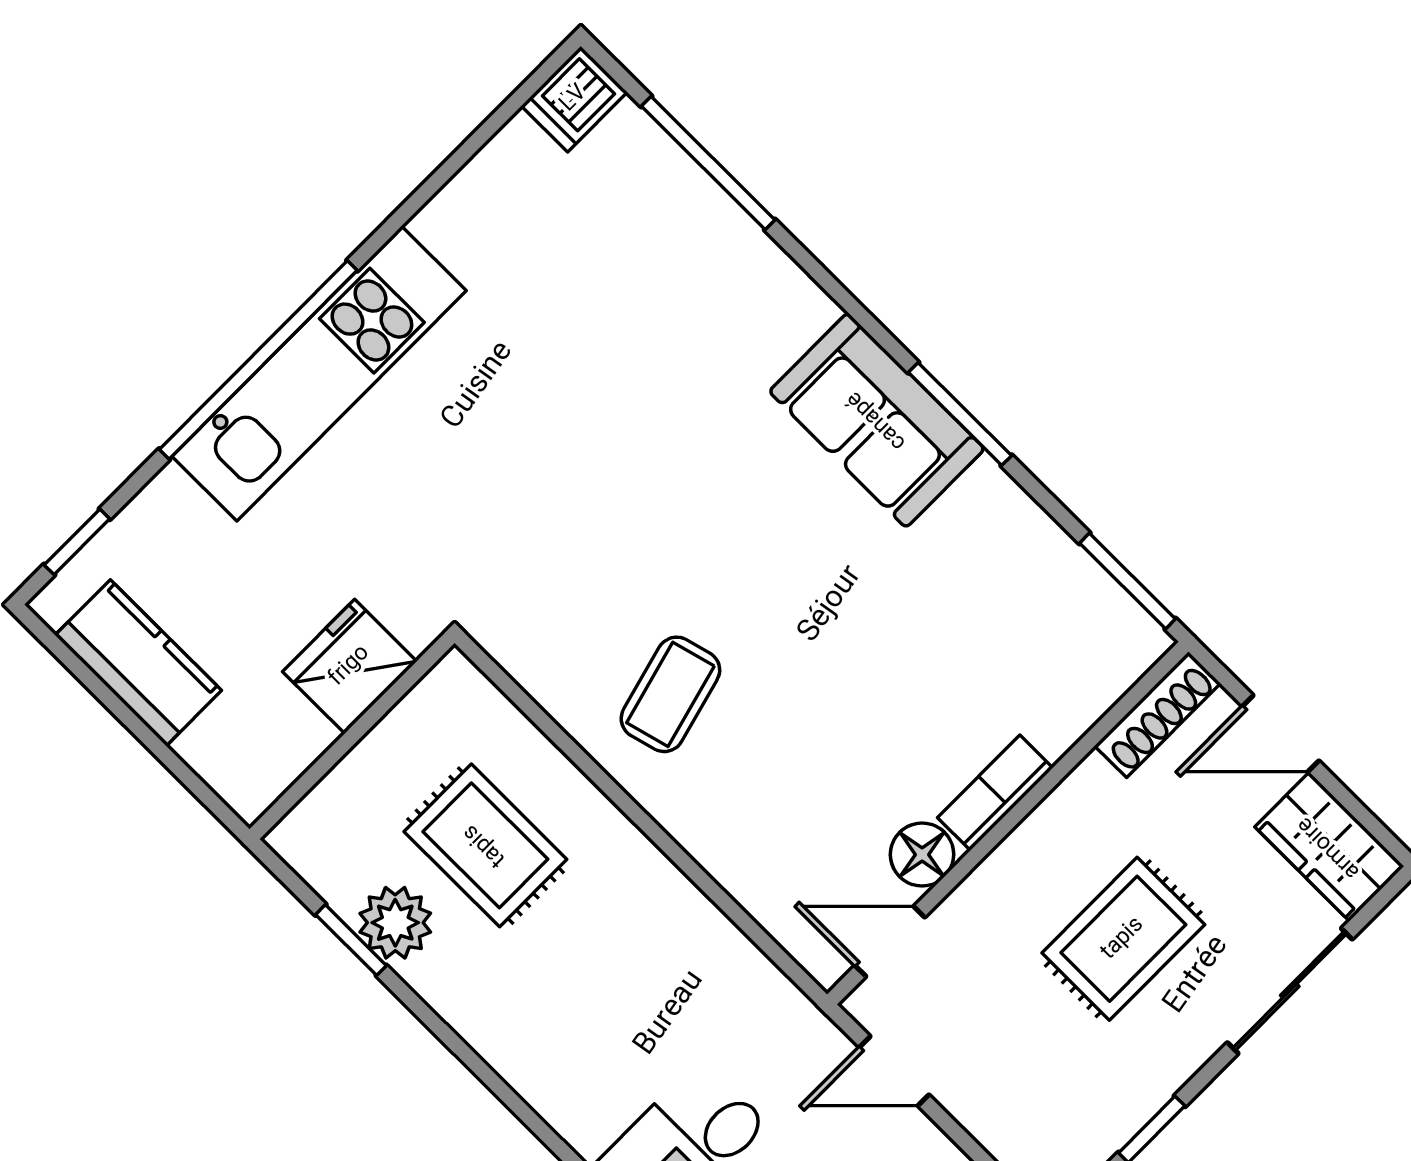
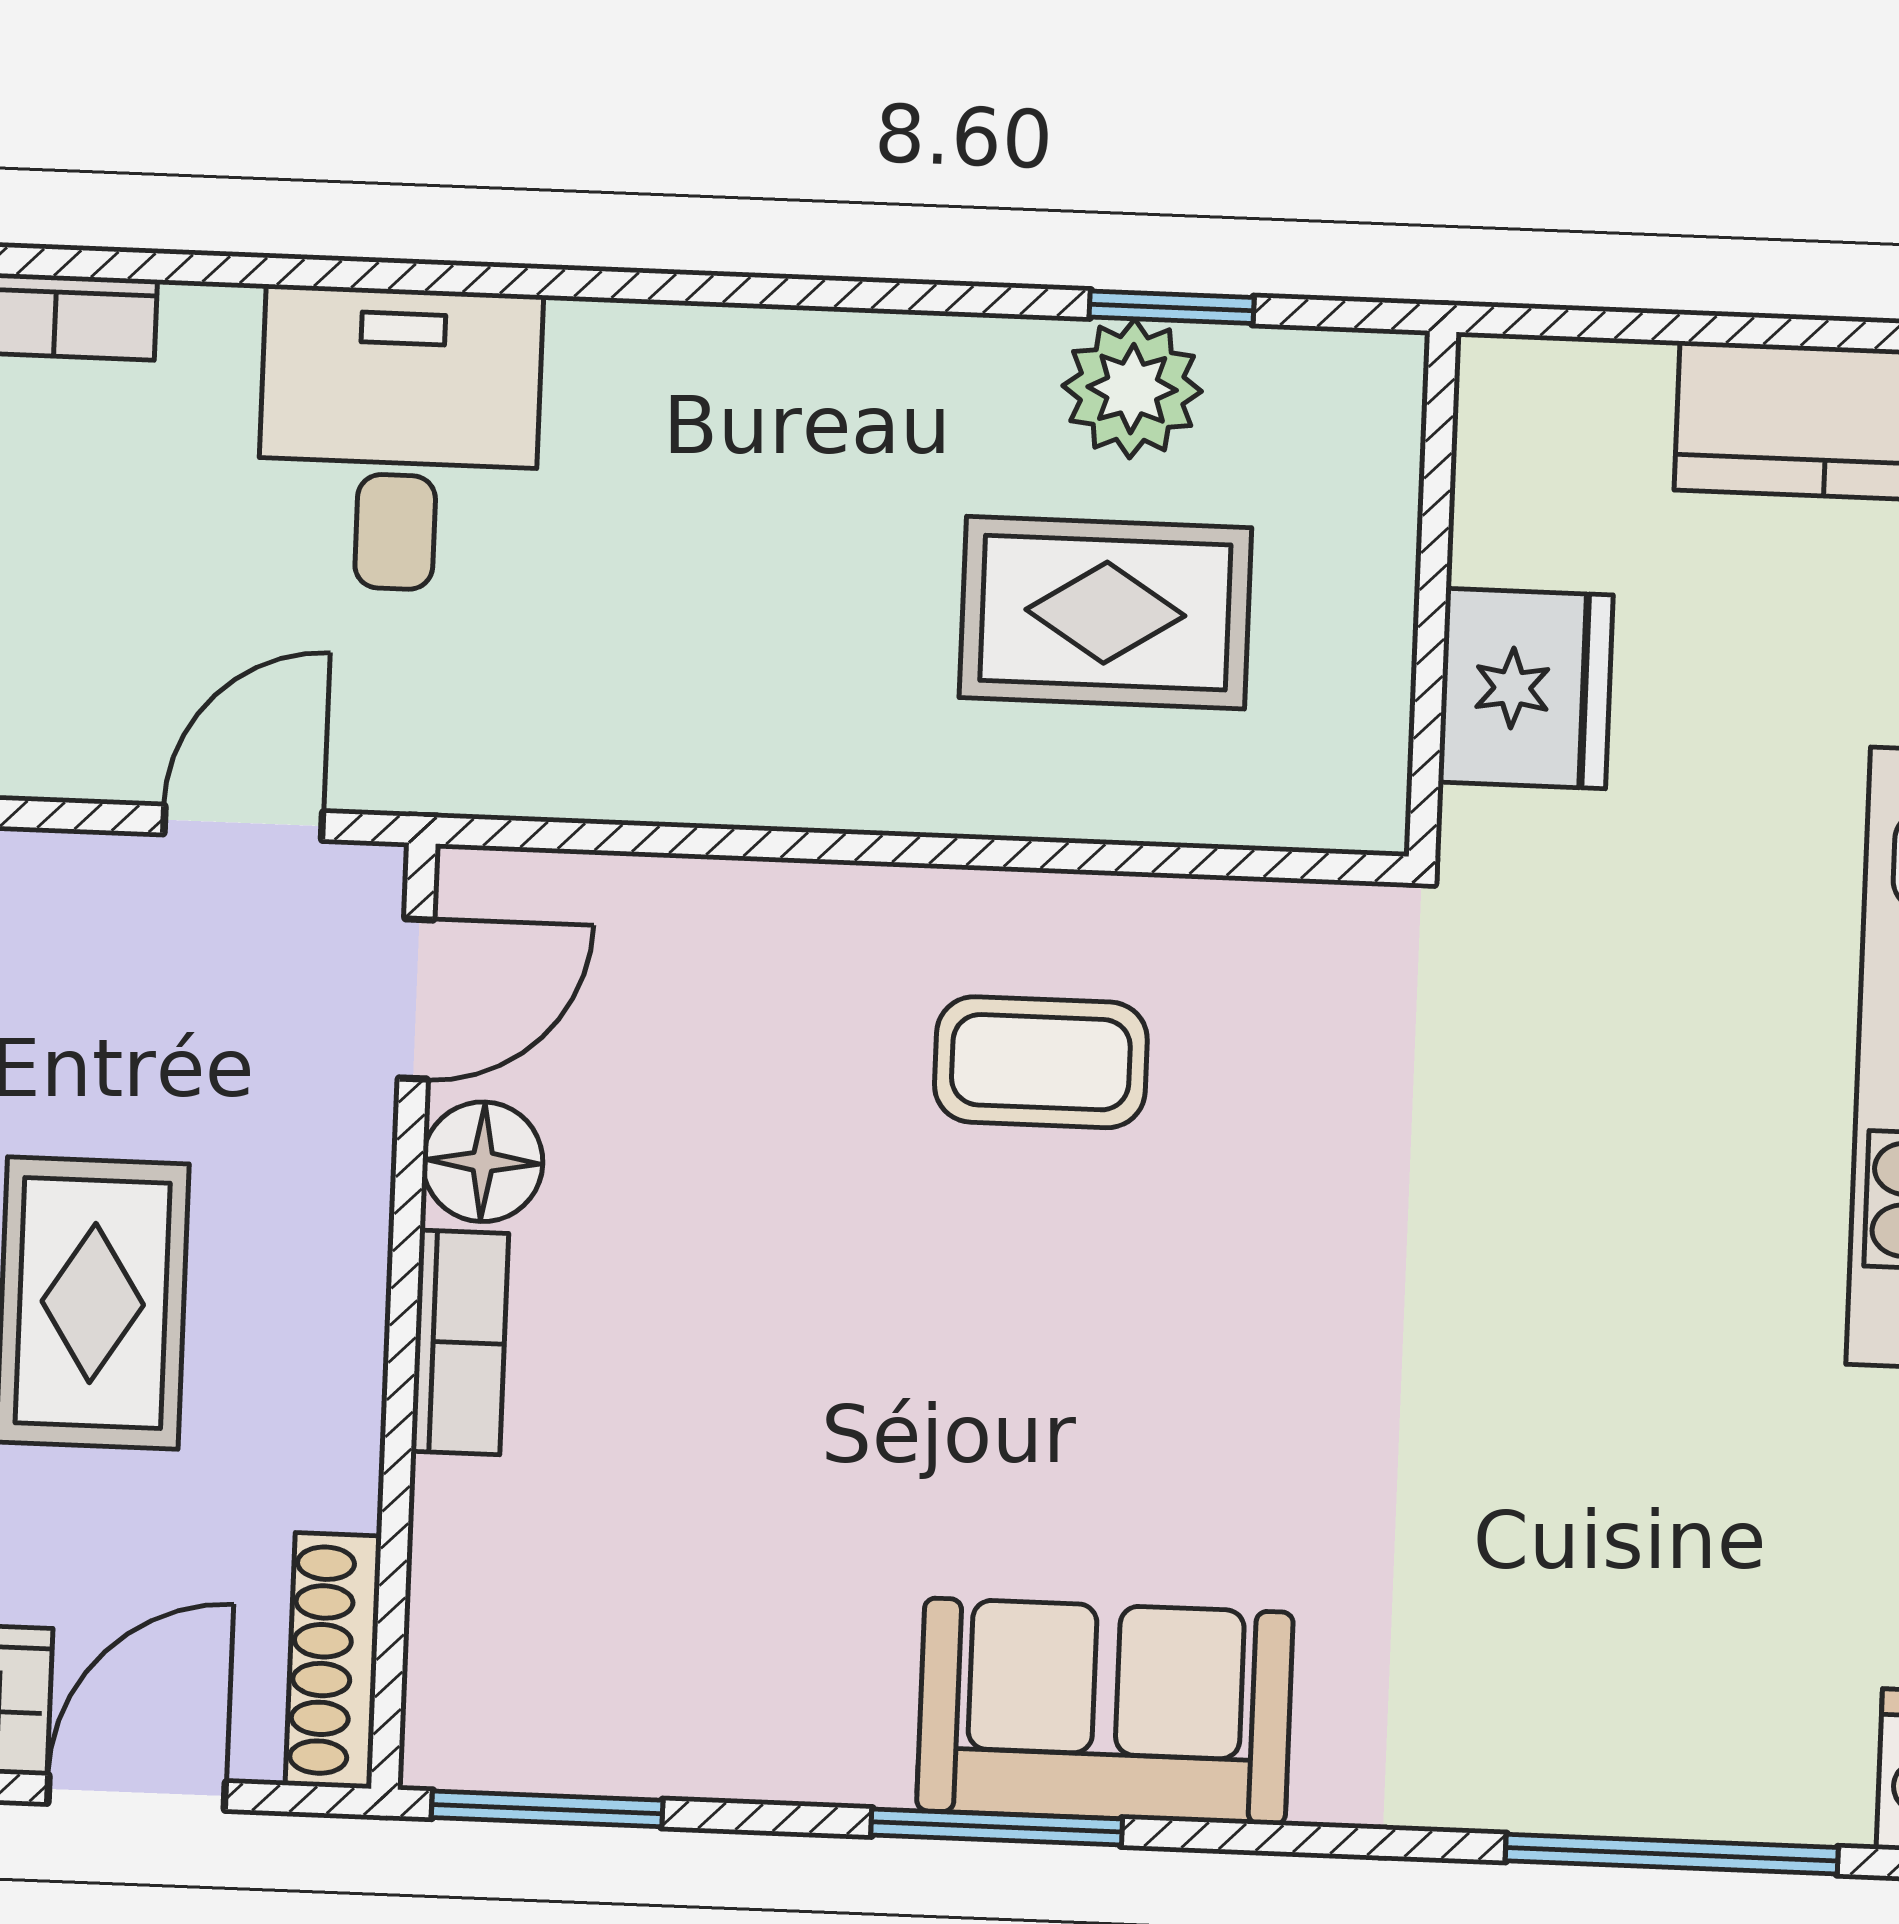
coffee table: (670, 694) -> (1041, 1062), turned -75

